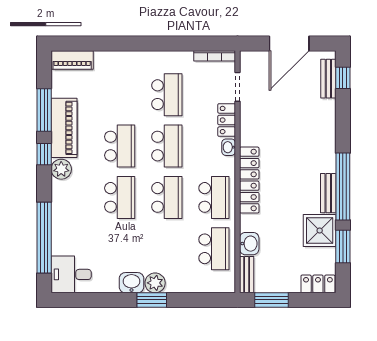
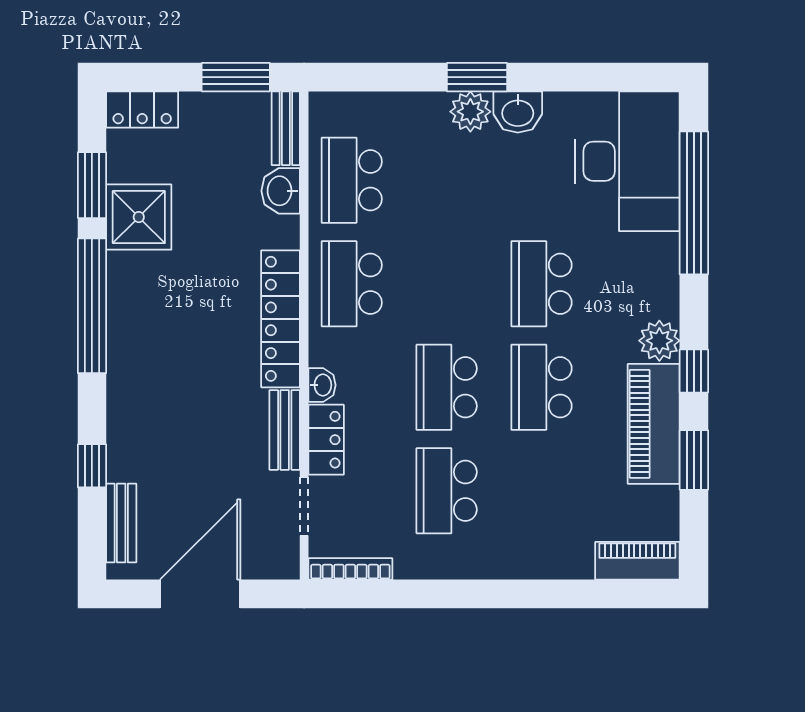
window: (343, 78) -> (92, 466), moved
window: (44, 110) -> (694, 460), width x0.69
bench: (328, 193) -> (285, 430), moved
school desk: (167, 197) -> (447, 284), removed
desk: (71, 274) -> (627, 161), width x1.87, depth x1.30

